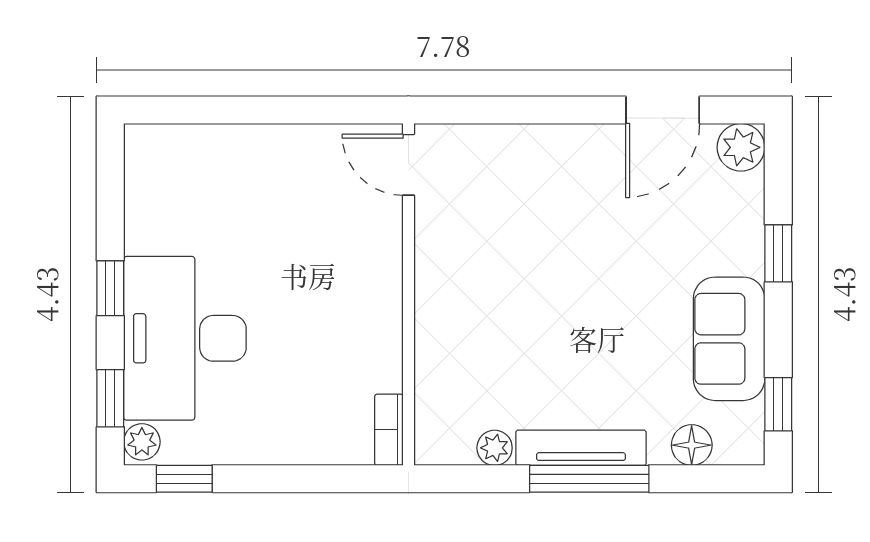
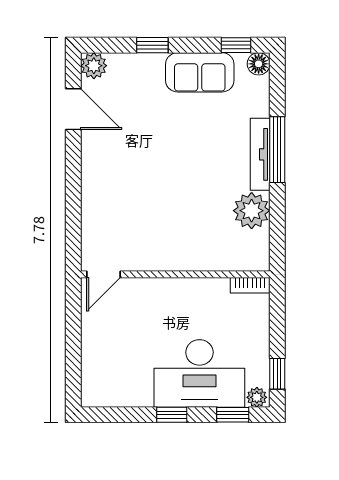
door: (409, 165) -> (103, 274), moved
wall: (409, 294) -> (175, 274), moved
bookcase: (389, 430) -> (250, 285), moved
floor lamp: (692, 445) -> (259, 64), moved
plant: (495, 448) -> (252, 211), width x1.88, depth x1.88

